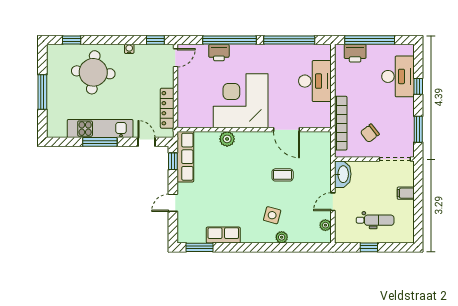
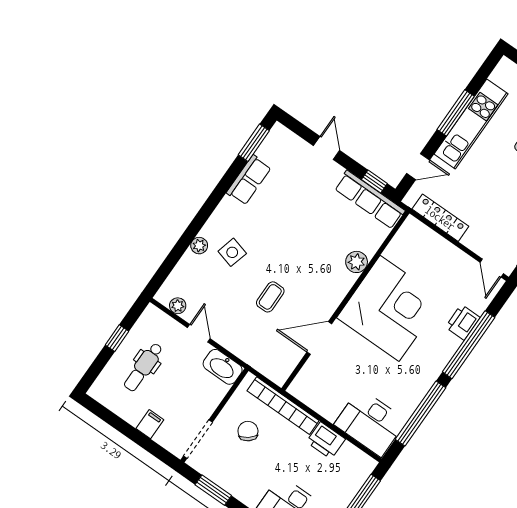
printer: (355, 53) -> (326, 440), moved, turned -90
desk: (315, 81) -> (370, 423), moved

